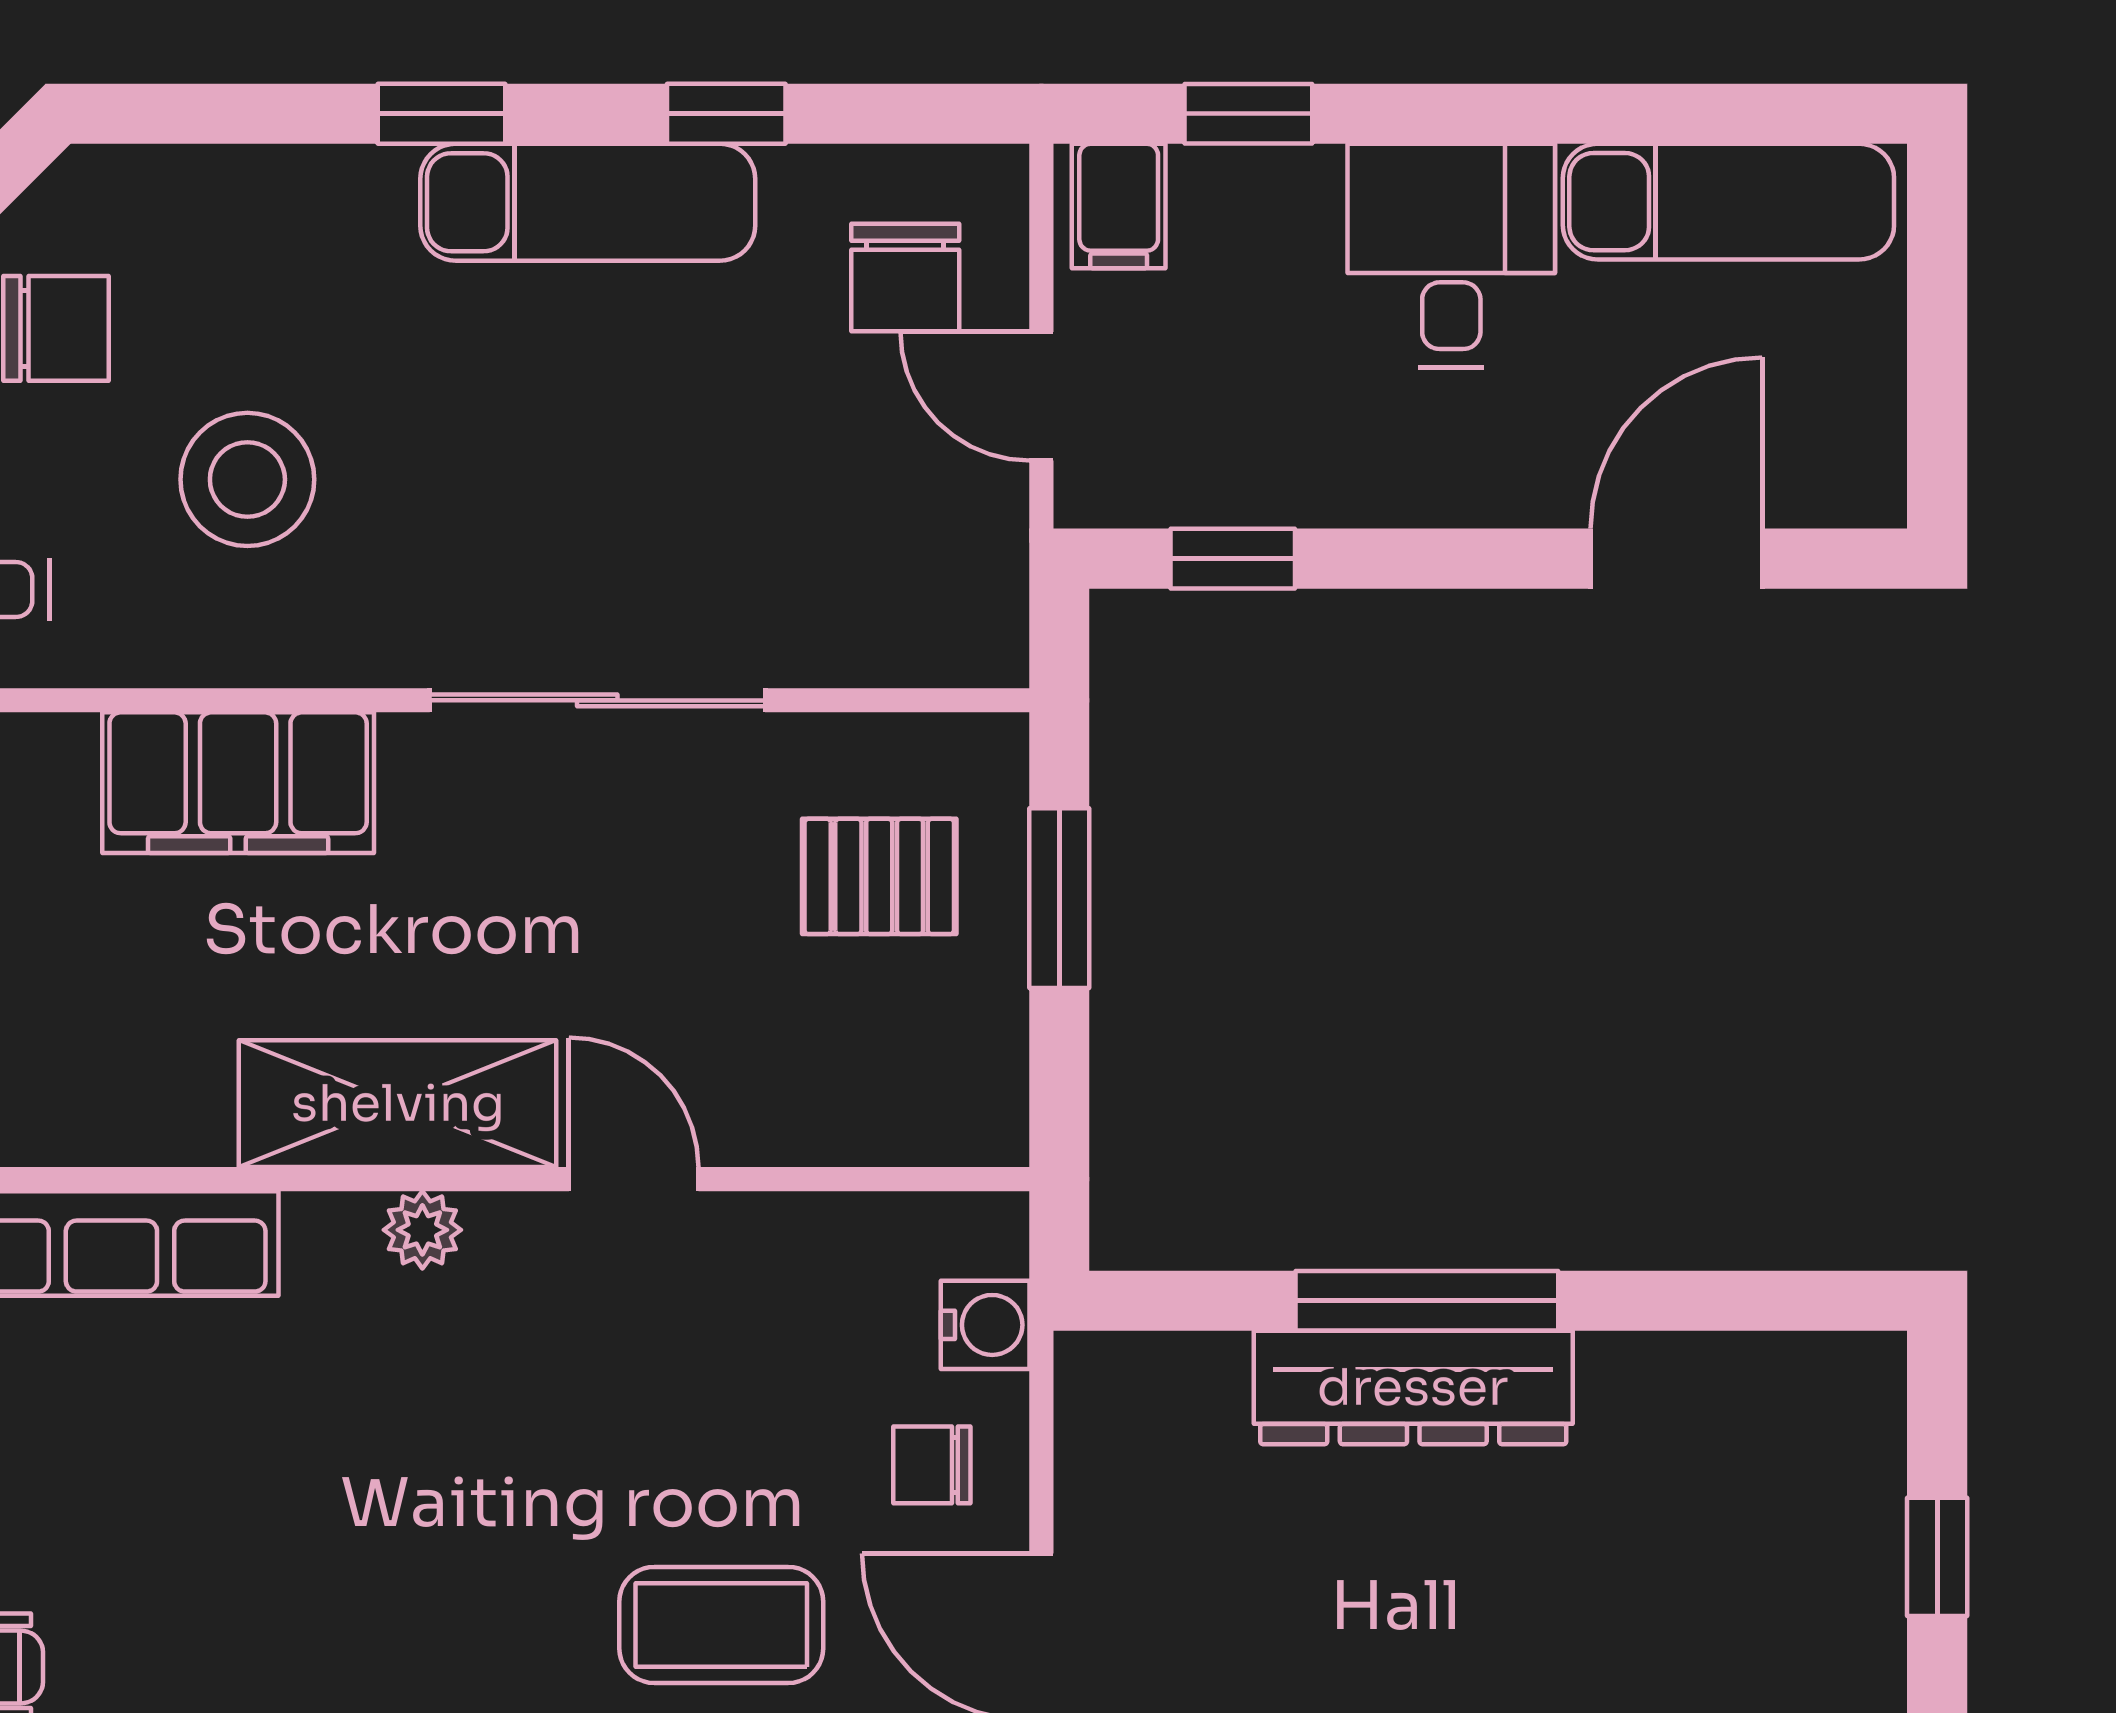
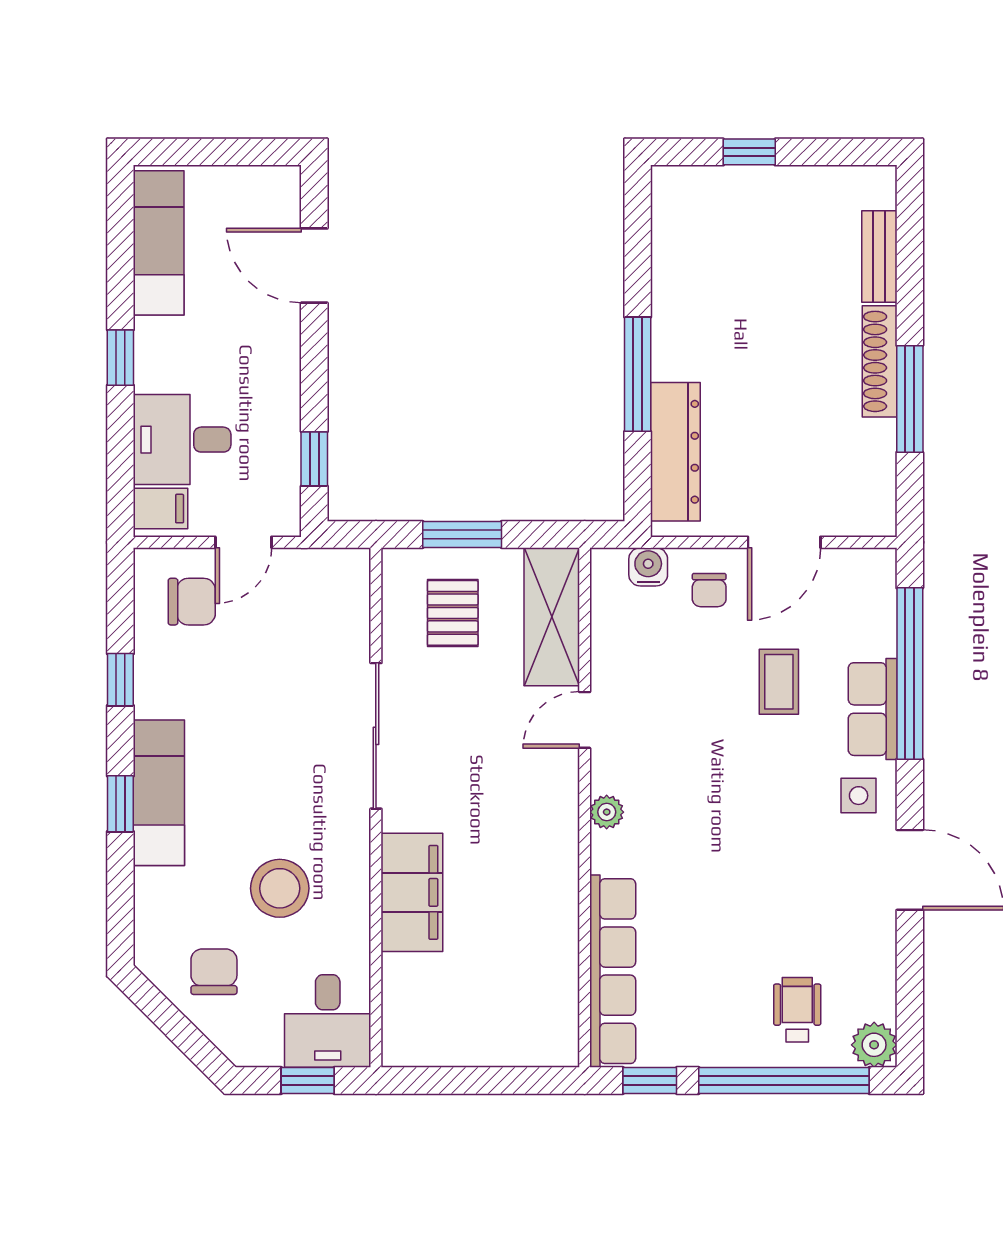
window: (1248, 114) -> (120, 358), moved
exam couch: (588, 202) -> (159, 793), moved
desk: (1451, 255) -> (182, 440), moved
shelving: (398, 1104) -> (552, 617), moved
dresser: (1413, 1388) -> (675, 452), moved
coffee table: (721, 1625) -> (779, 682), width x0.73, depth x0.77

